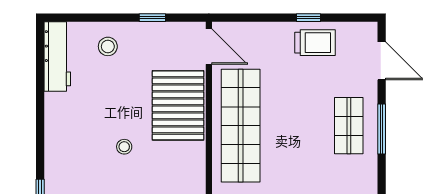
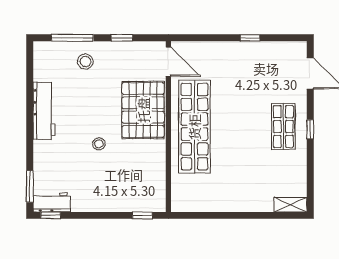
window: (92, 18) -> (72, 38), added
trolley: (315, 43) -> (256, 58), removed
workbench: (57, 57) -> (44, 111), moved
window: (382, 129) -> (310, 129), width x0.46

